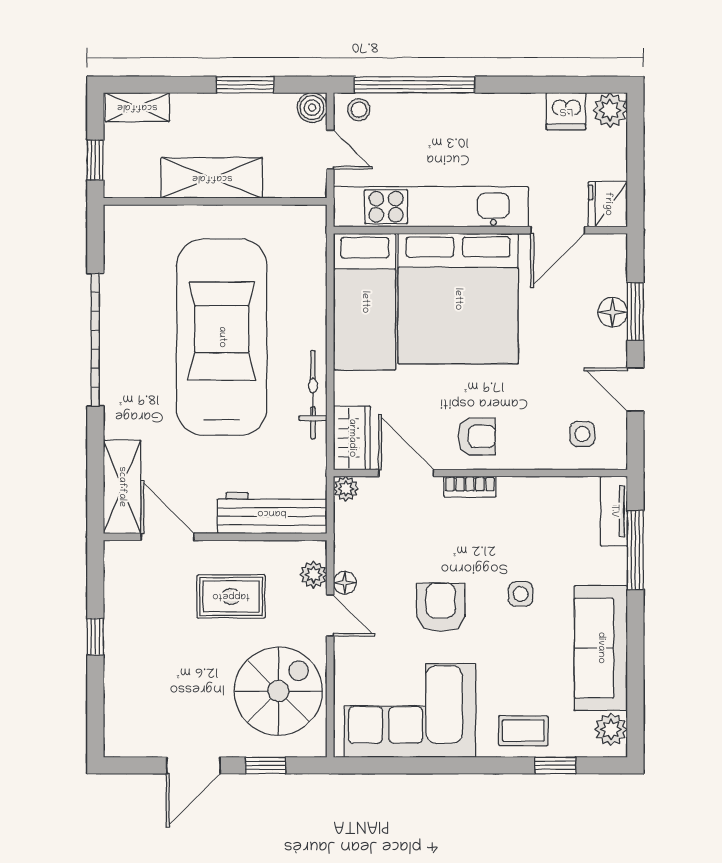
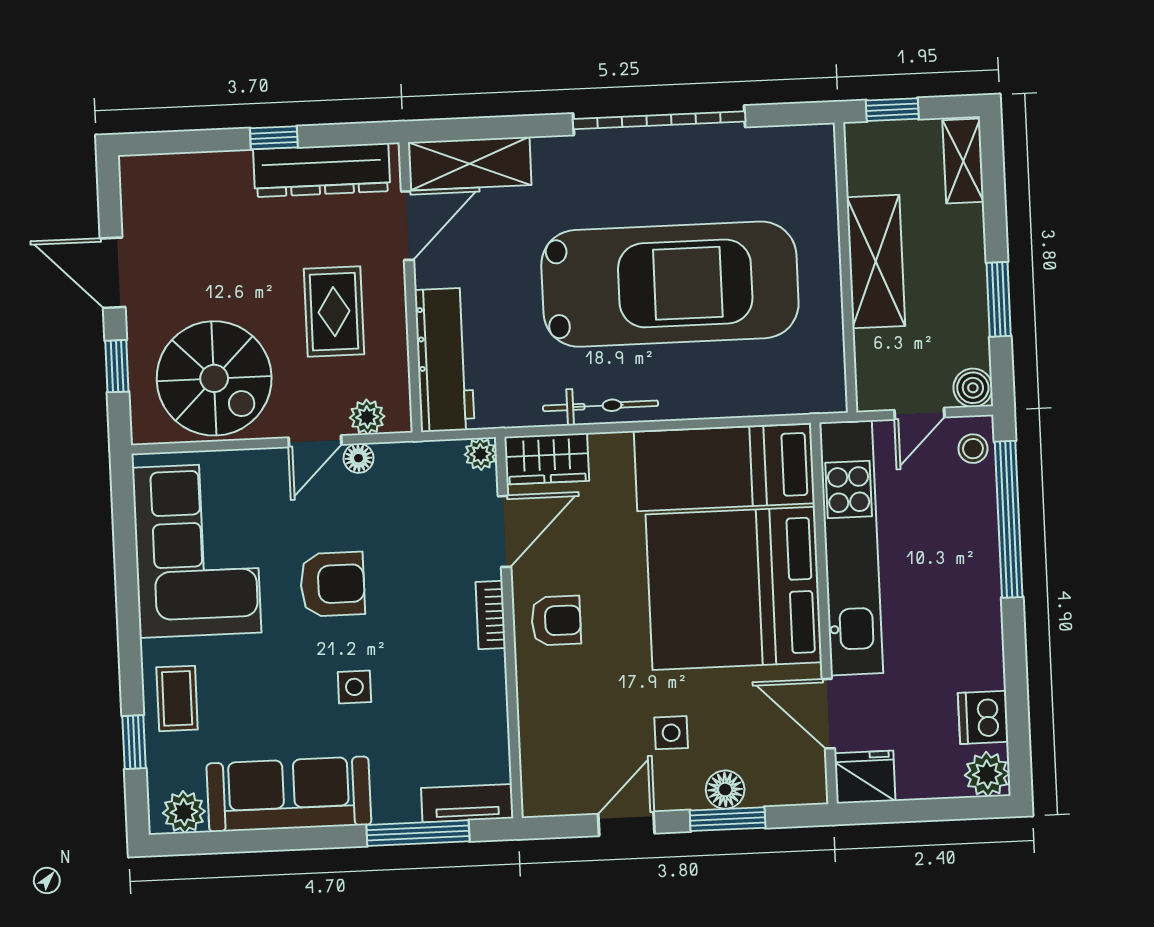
side table: (582, 434) -> (671, 733), moved
armchair: (477, 436) -> (556, 621), turned -90
dresser: (122, 601) -> (322, 170), added

